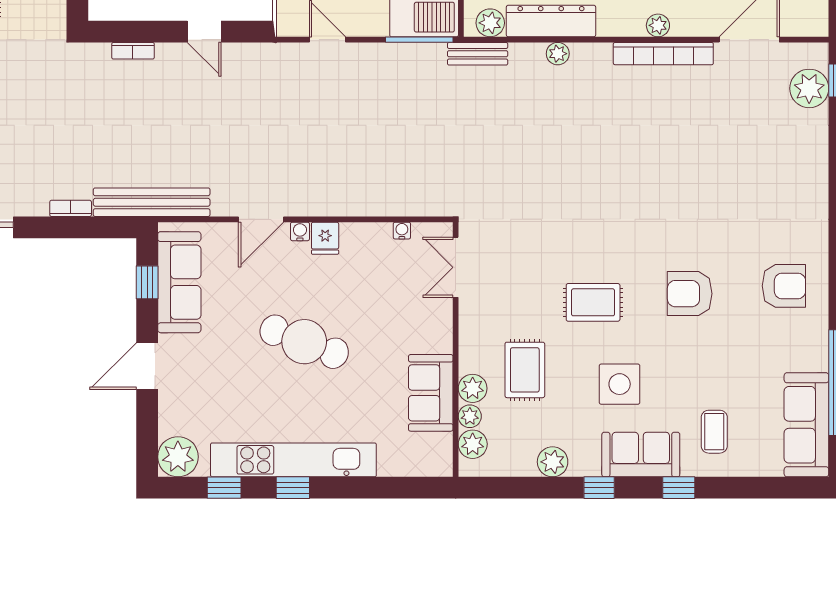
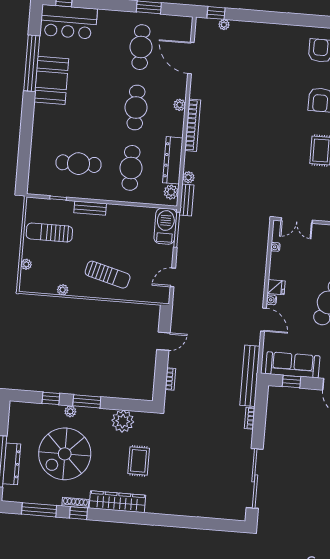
plant: (558, 54) -> (188, 177), moved
bookcase: (663, 54) -> (193, 125), moved
plant: (809, 88) -> (224, 25), width x0.53, depth x0.53

